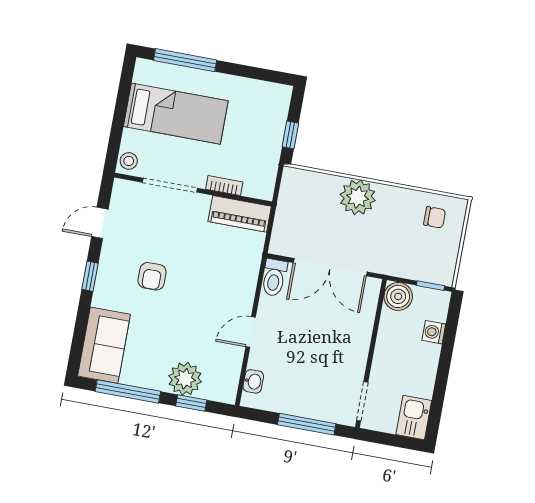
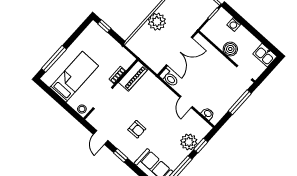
window: (290, 135) -> (104, 26), moved
boiler: (398, 296) -> (230, 49), moved

